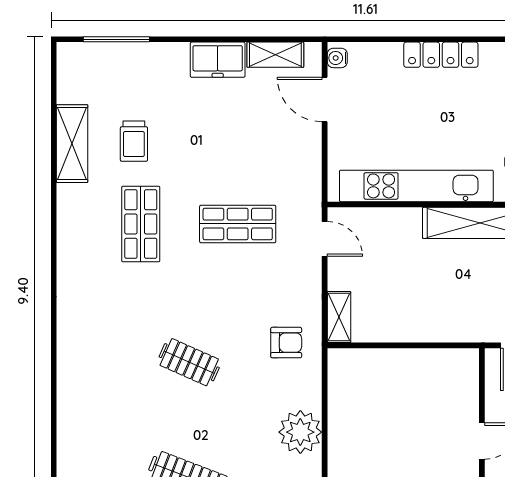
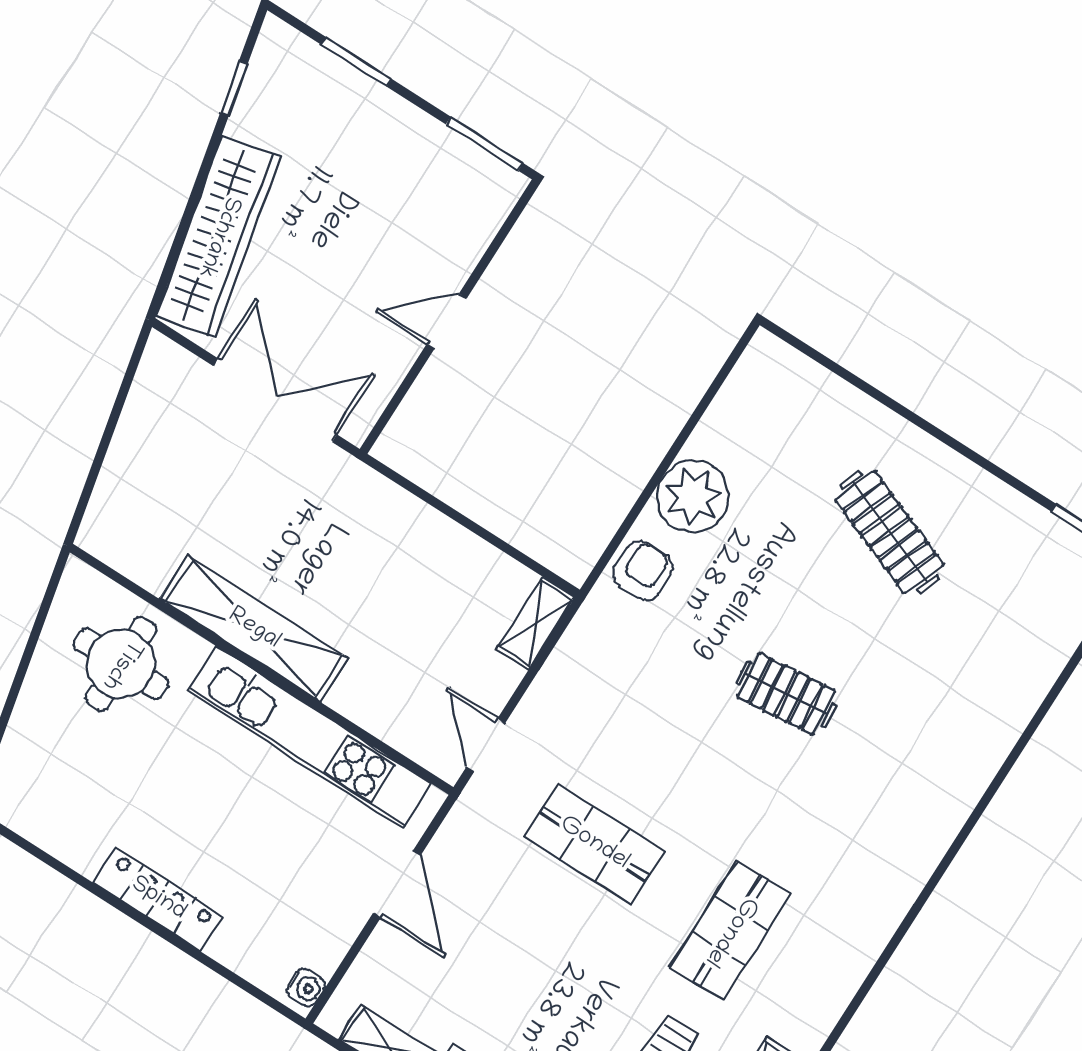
door: (325, 99) -> (397, 884), moved
armchair: (286, 343) -> (643, 571), moved, turned 90
clothes rail: (189, 362) -> (786, 694), turned -30

